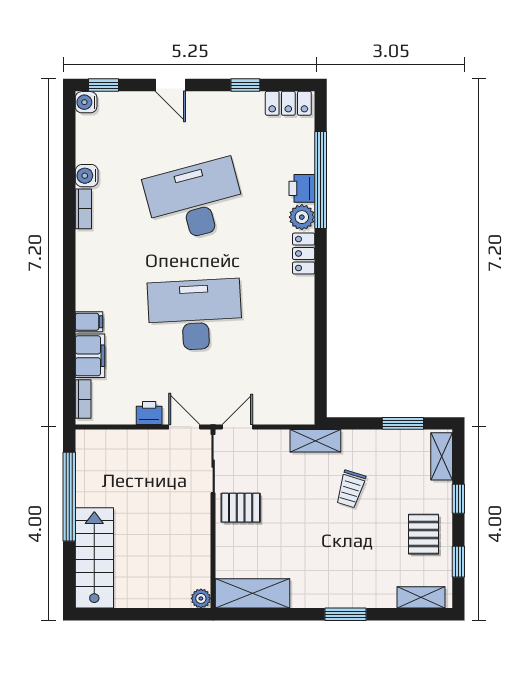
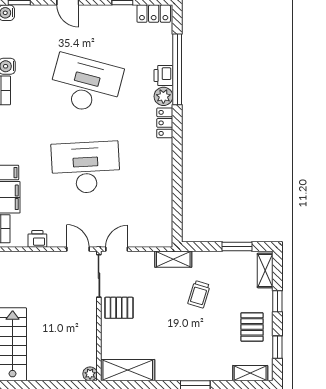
desk: (195, 201) -> (86, 84), turned 30
printer: (149, 413) -> (37, 239), moved

